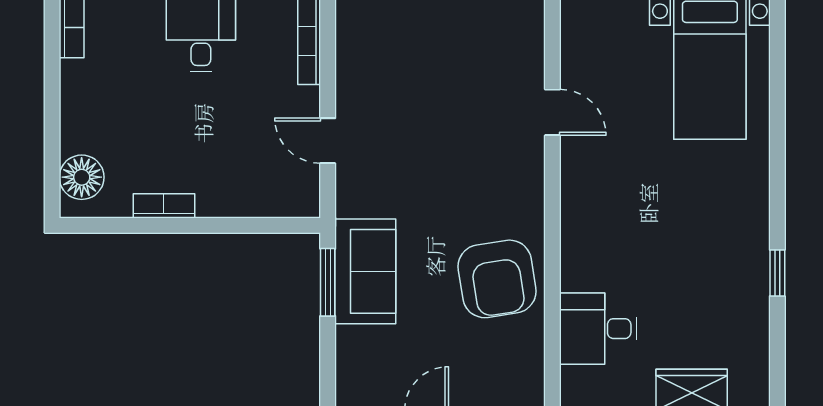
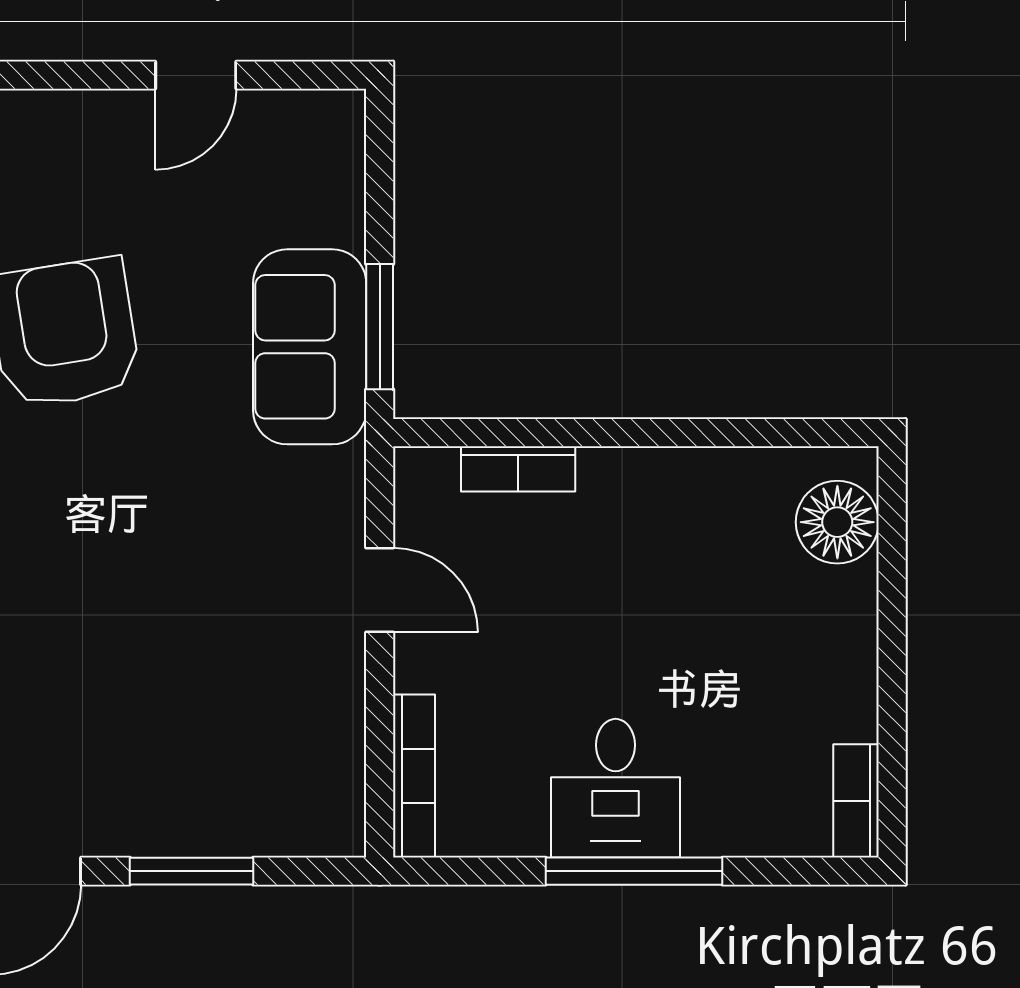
bookcase: (164, 206) -> (518, 469), moved

